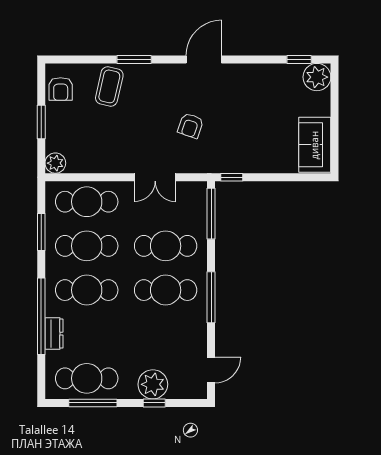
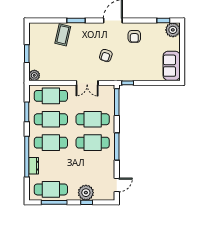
armchair: (61, 89) -> (134, 36), moved

